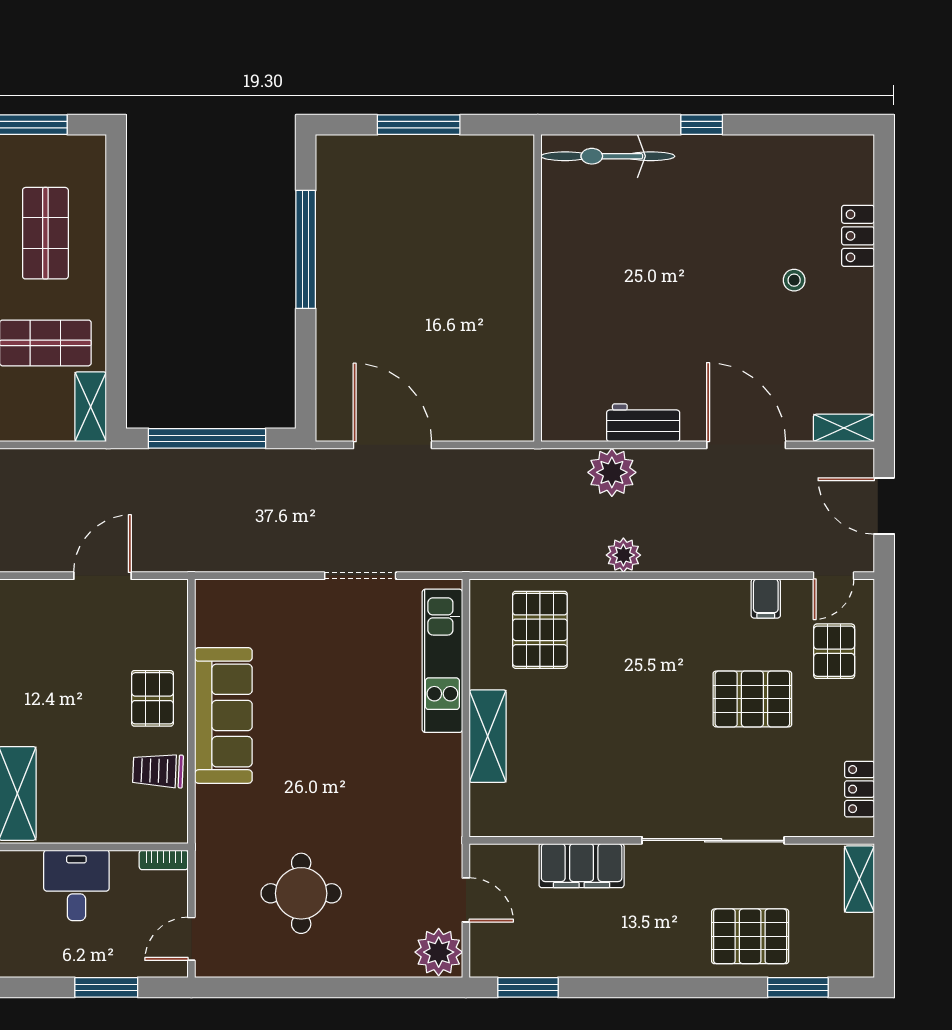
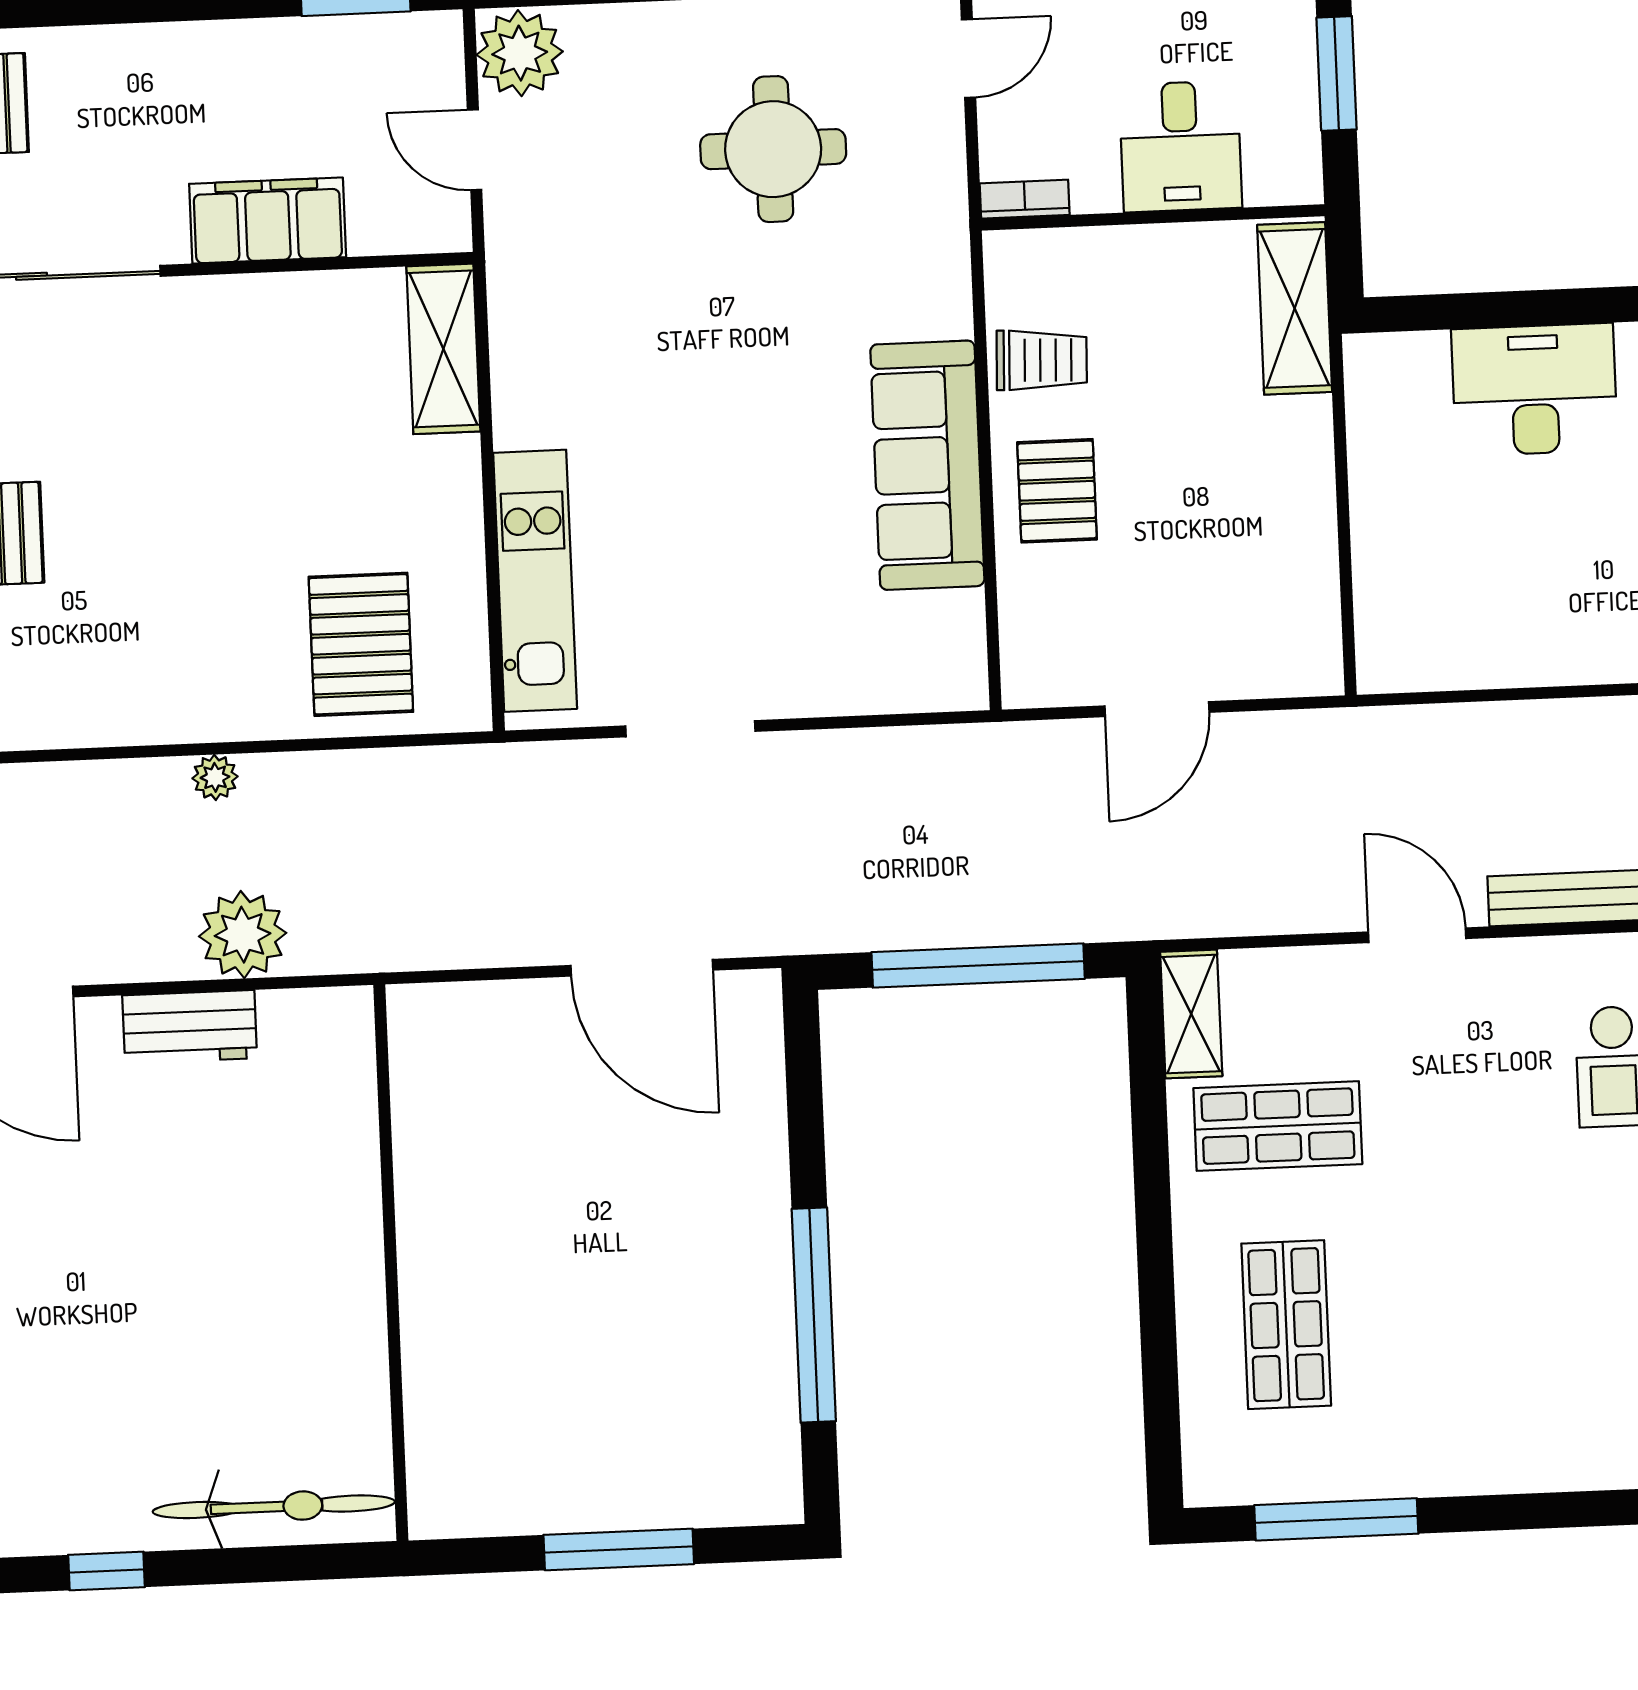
plant: (623, 555) -> (215, 777), width x0.73, depth x0.73
shelving: (488, 736) -> (443, 349), moved

